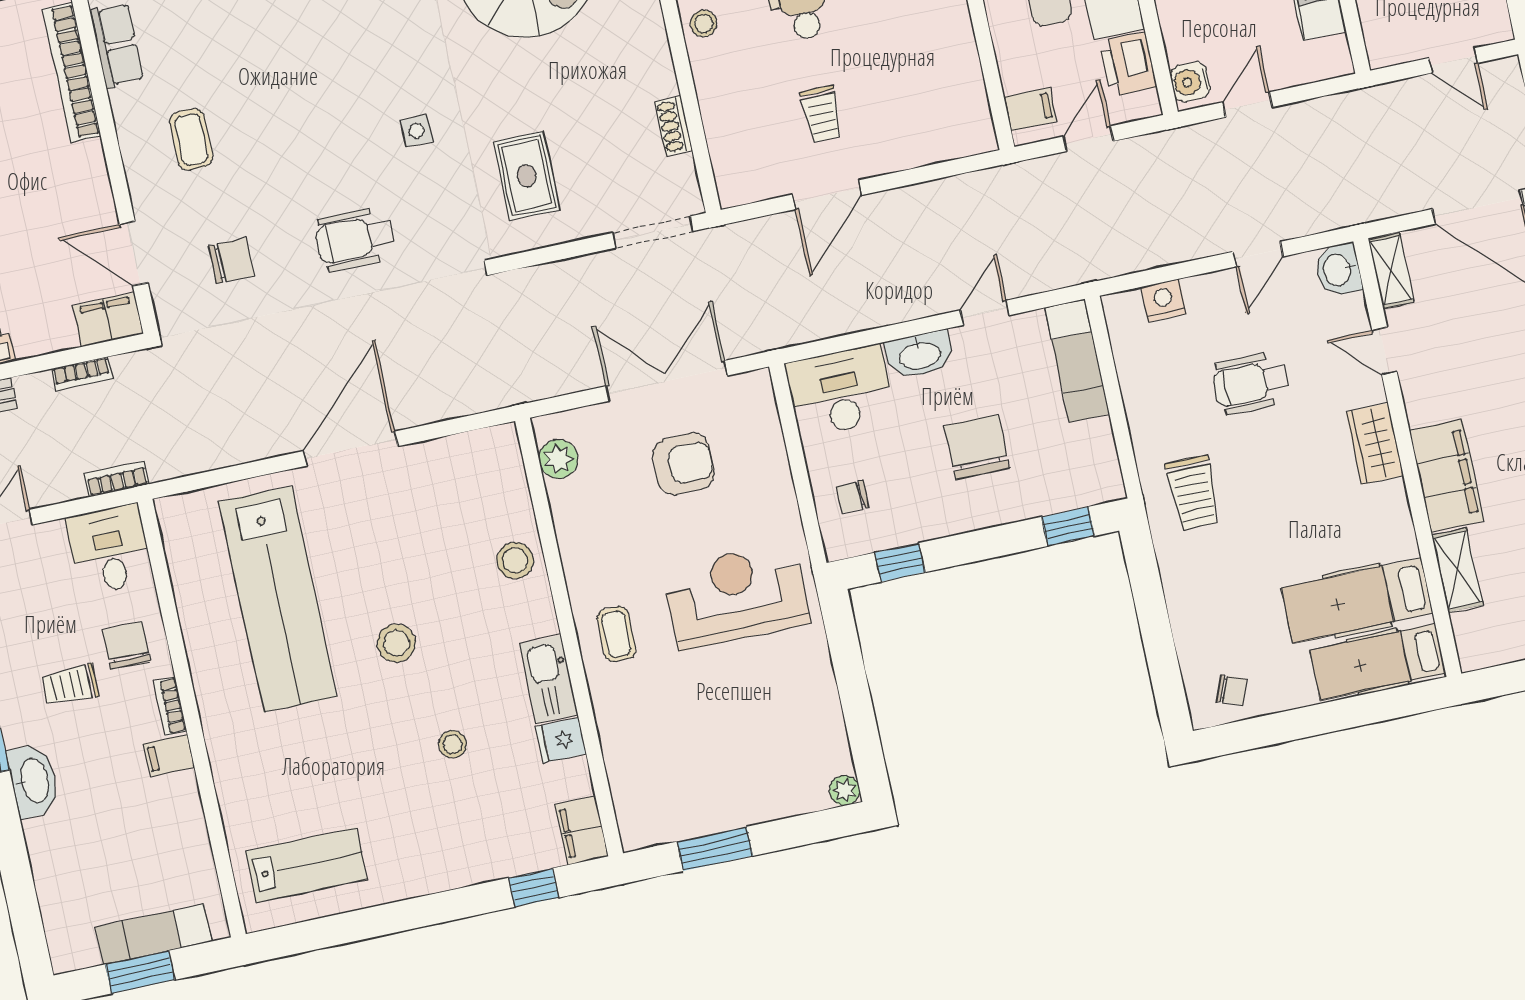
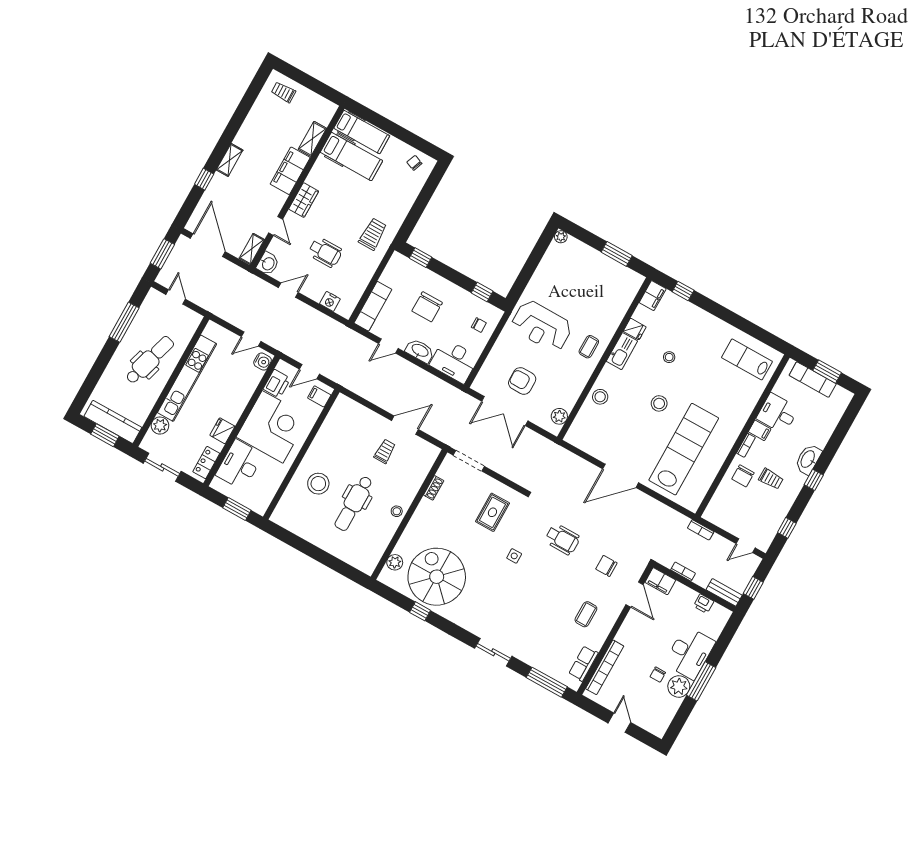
desk: (110, 549) -> (777, 413), moved, turned 90

